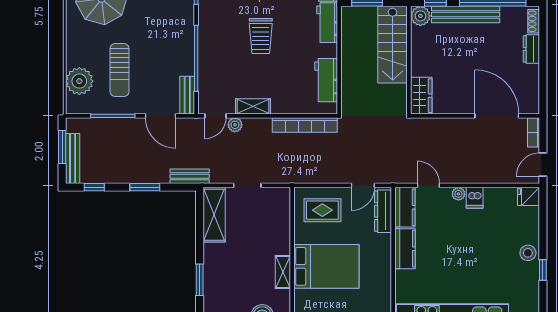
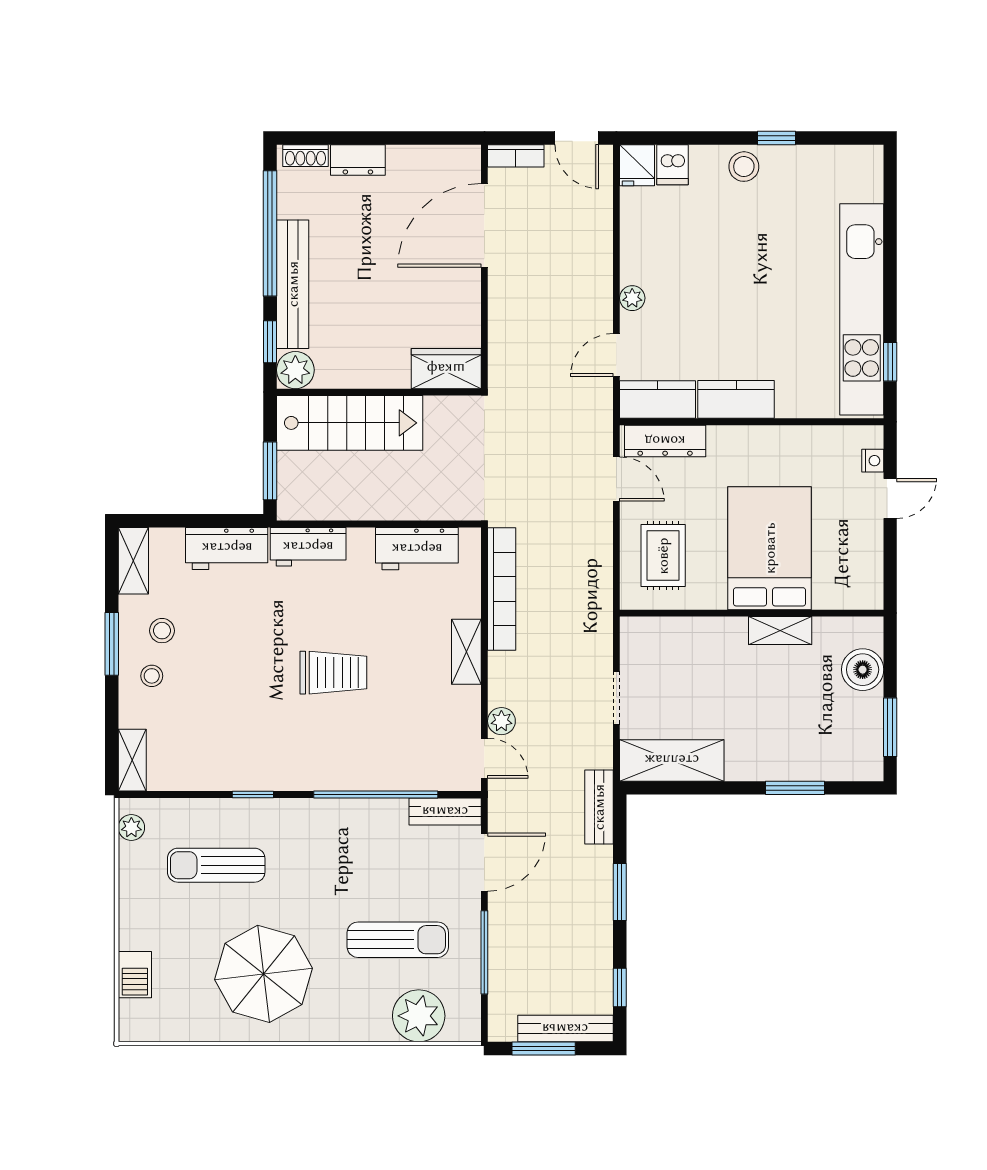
shelving: (253, 106) -> (466, 652), moved
dishwasher: (475, 198) -> (672, 165), moved, turned 90

